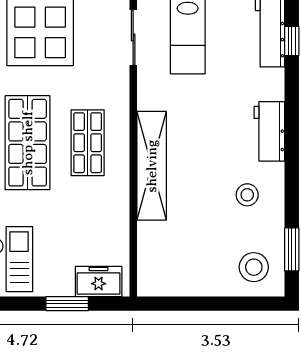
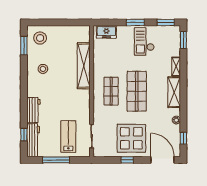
workbench: (269, 131) -> (33, 110), moved
shelving: (152, 166) -> (84, 66), moved
window: (67, 304) -> (135, 22), moved

